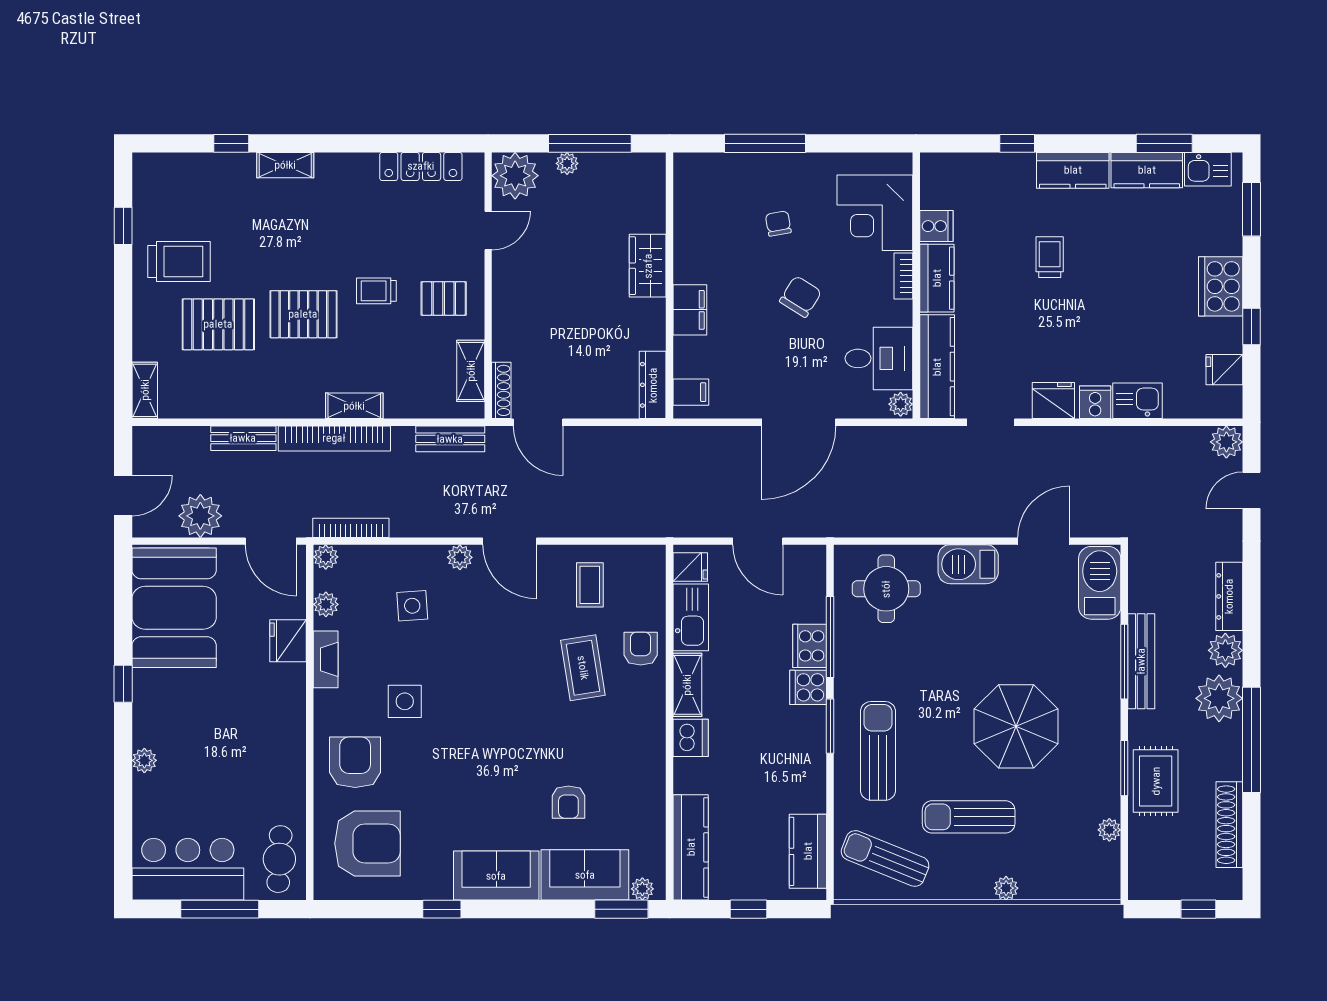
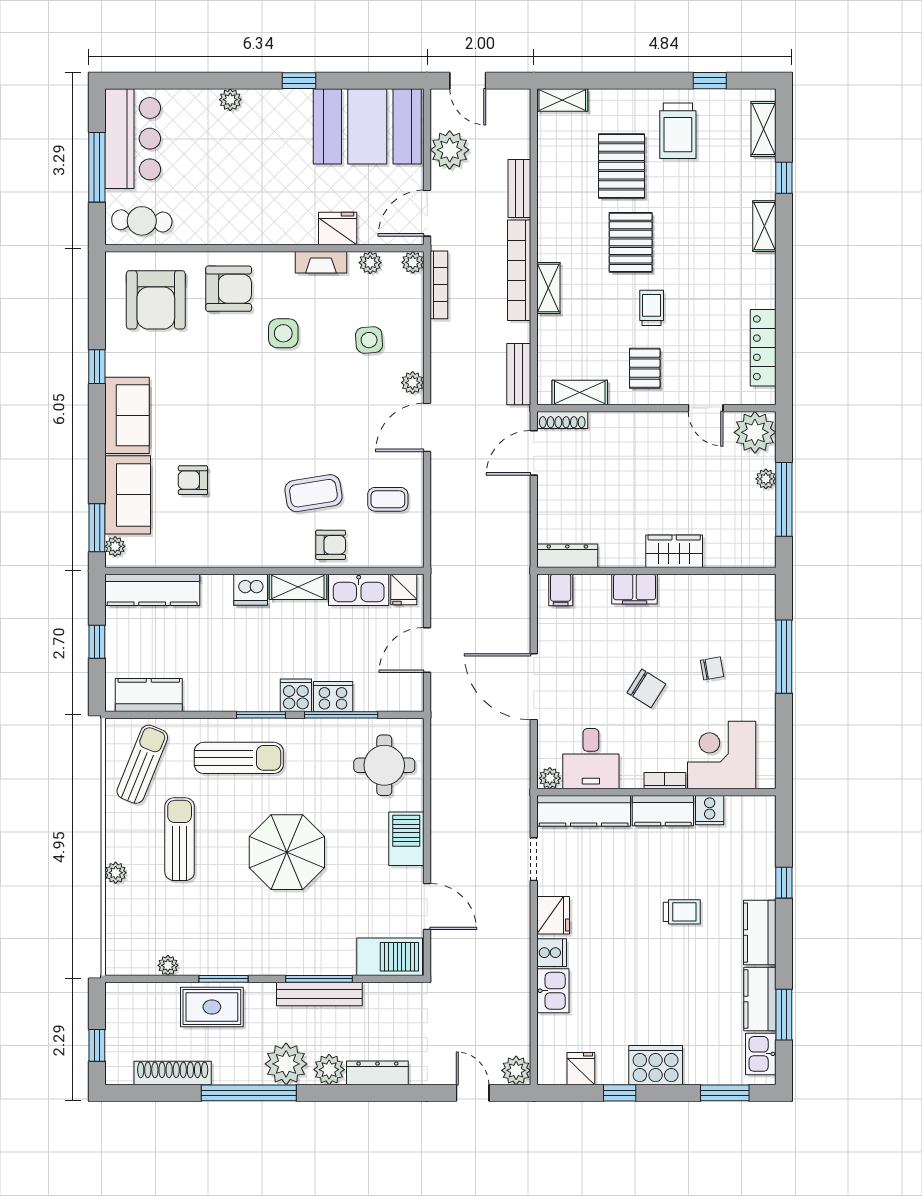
shelving: (177, 166) -> (763, 129), added
parasol: (1016, 726) -> (287, 852), moved

